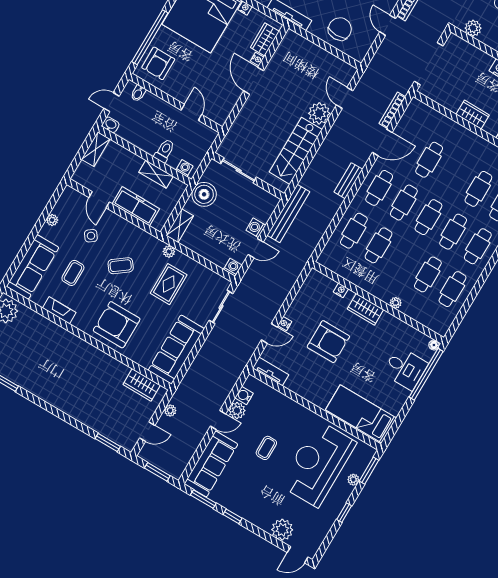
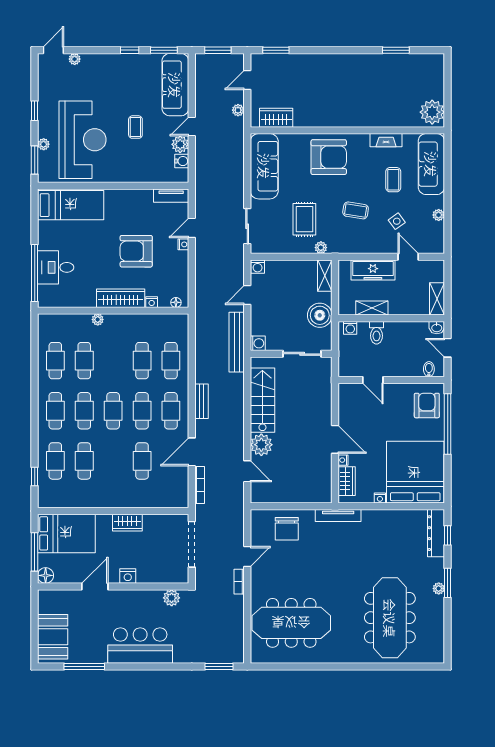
door: (388, 25) -> (247, 557), hinge flipped
door: (111, 102) -> (448, 348), swing flipped
washing machine: (256, 228) -> (258, 343), moved
coffee table: (121, 266) -> (356, 210), turned 46
wardrobe: (365, 309) -> (121, 298), width x1.50
floor lamp: (434, 345) -> (176, 302), moved
plant: (282, 530) -> (75, 59), width x0.53, depth x0.53

